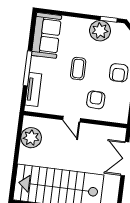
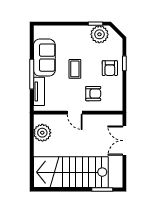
plant: (100, 31) -> (99, 34), moved
sofa: (46, 35) -> (44, 58), moved
armchair: (96, 100) -> (93, 94), turned 88

